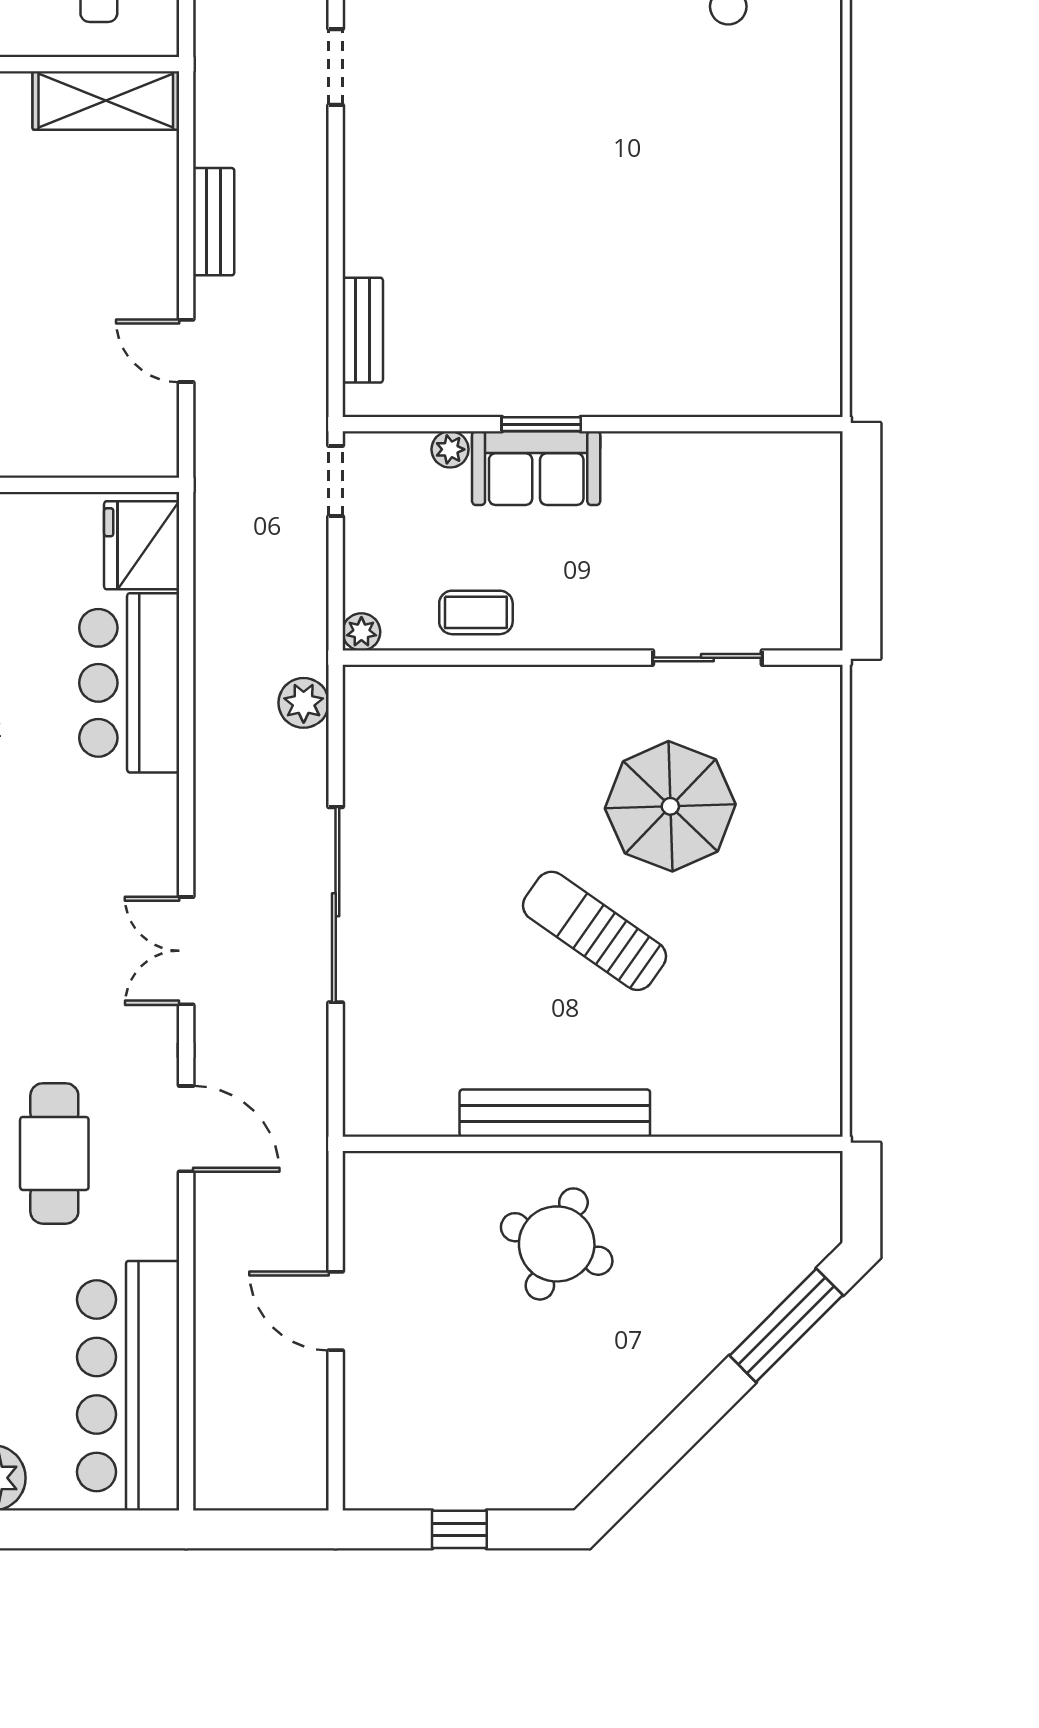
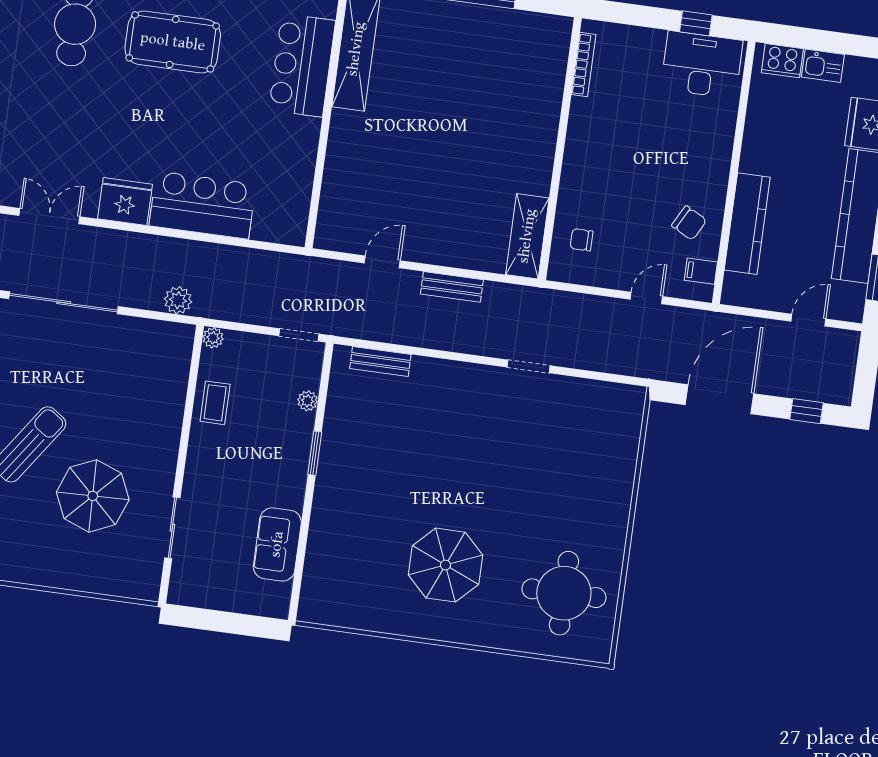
parasol: (707, 166) -> (446, 565), added
sofa: (536, 468) -> (277, 544), moved
fridge: (142, 545) -> (125, 201), moved

